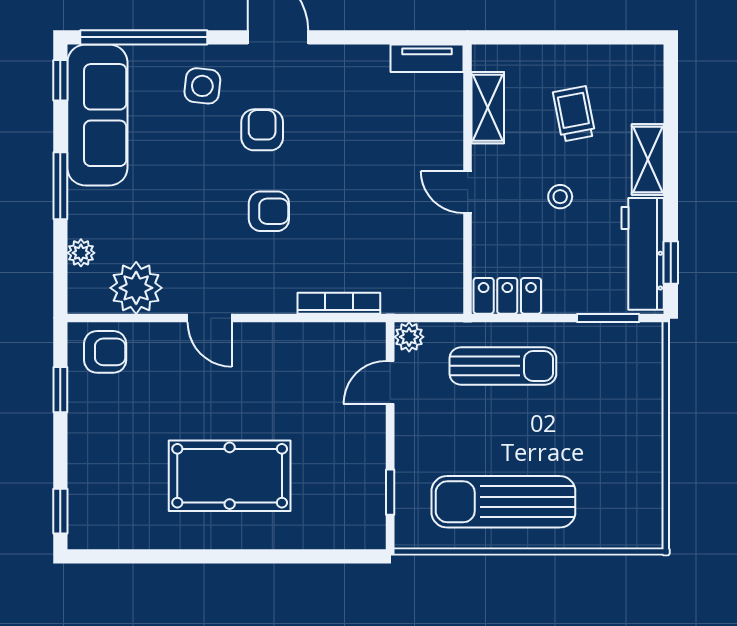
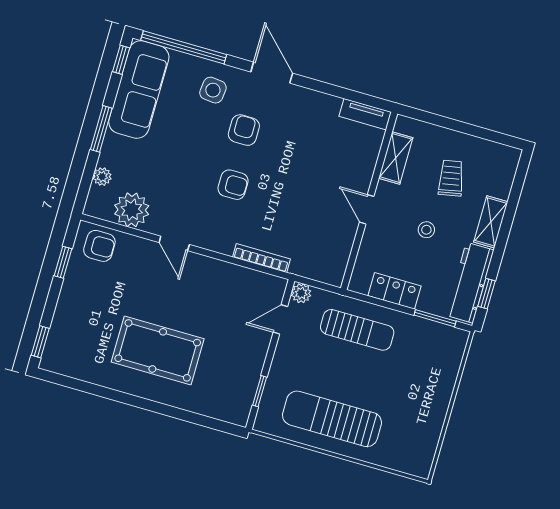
locker: (507, 296) -> (394, 291), moved

